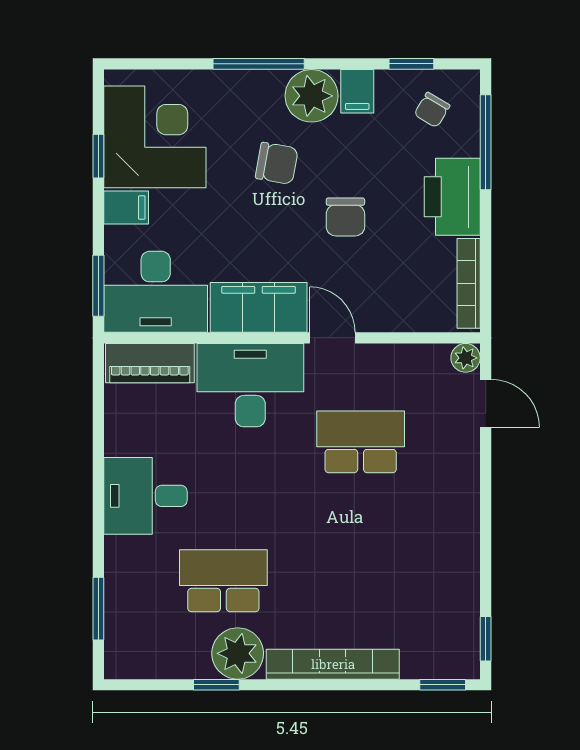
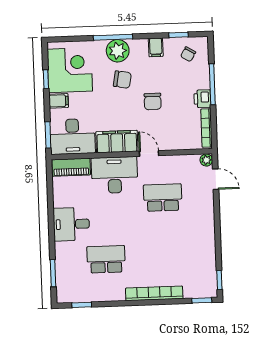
plant: (312, 96) -> (118, 51), moved
window: (486, 142) -> (212, 84), moved
printer: (452, 197) -> (202, 99), width x0.53, depth x0.68
plant: (238, 653) -> (113, 290), removed
window: (216, 685) -> (82, 305), moved

